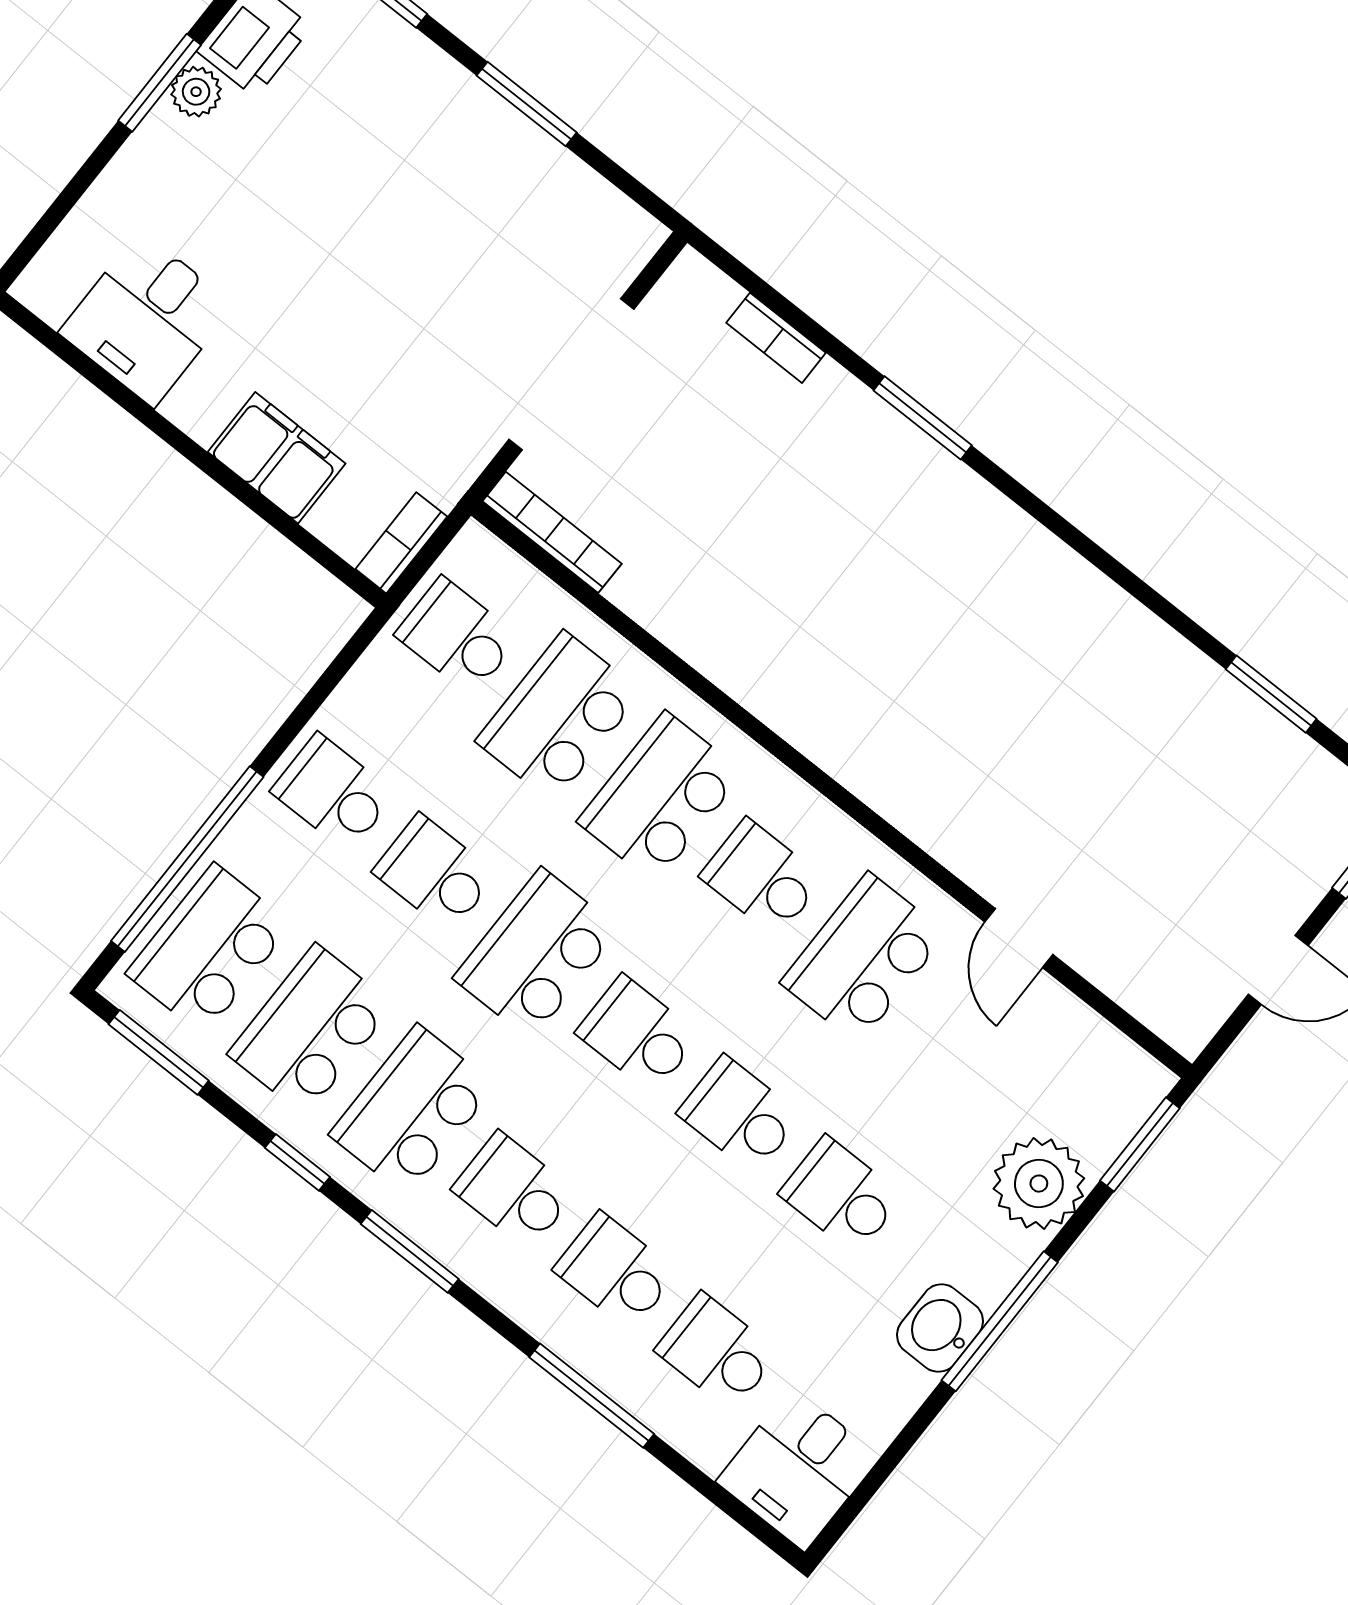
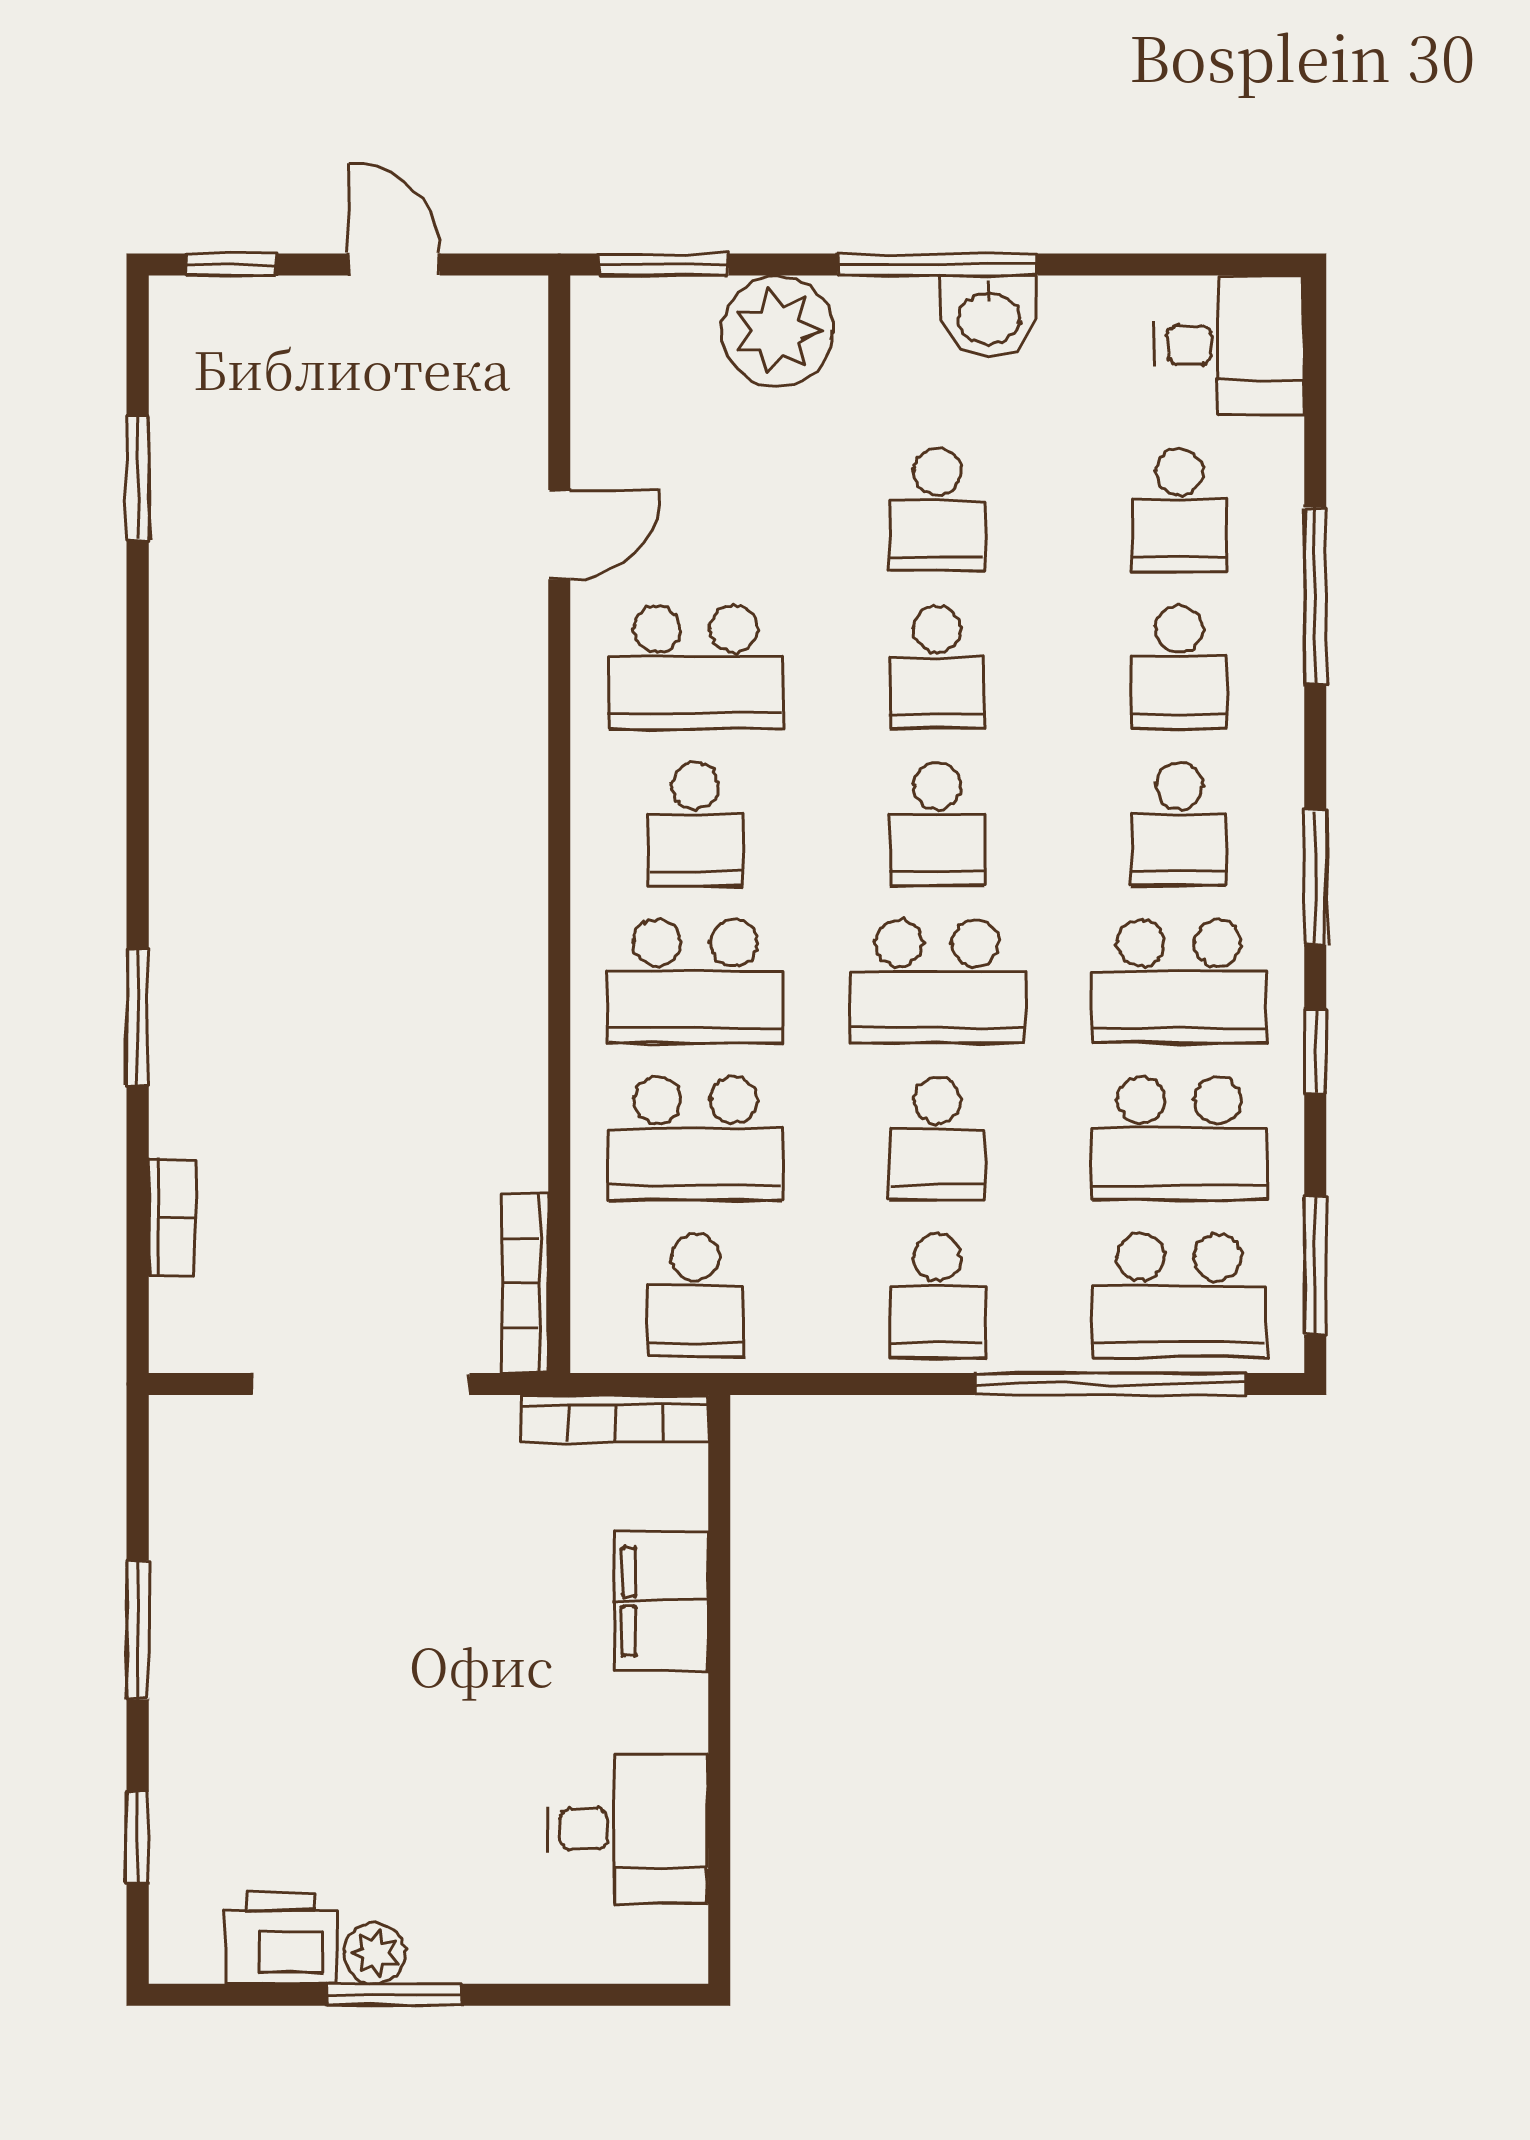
bookcase: (401, 543) -> (615, 1419), width x1.56

